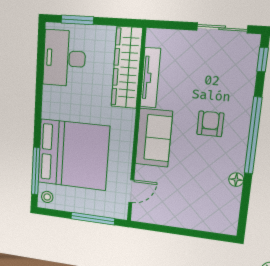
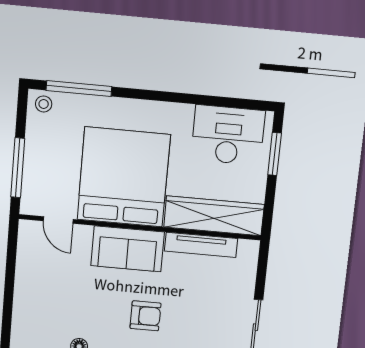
bed: (73, 155) -> (124, 177), moved, turned 180

